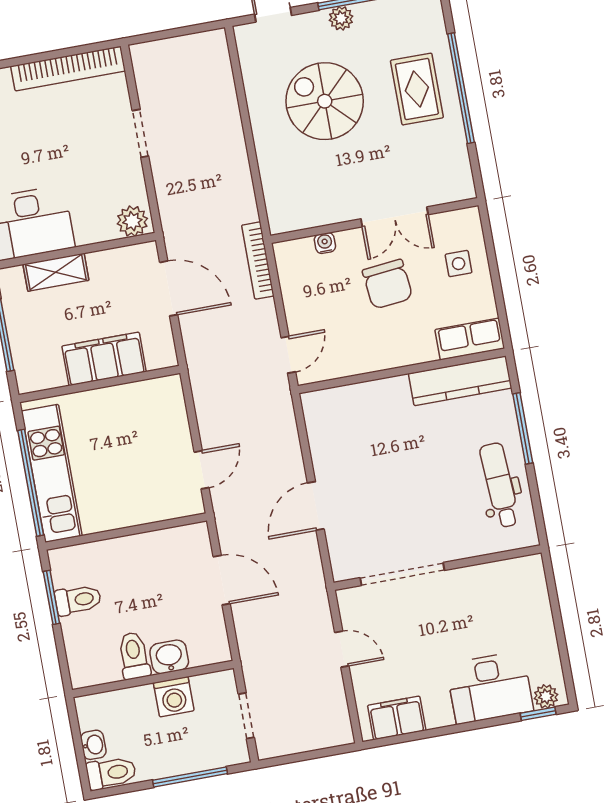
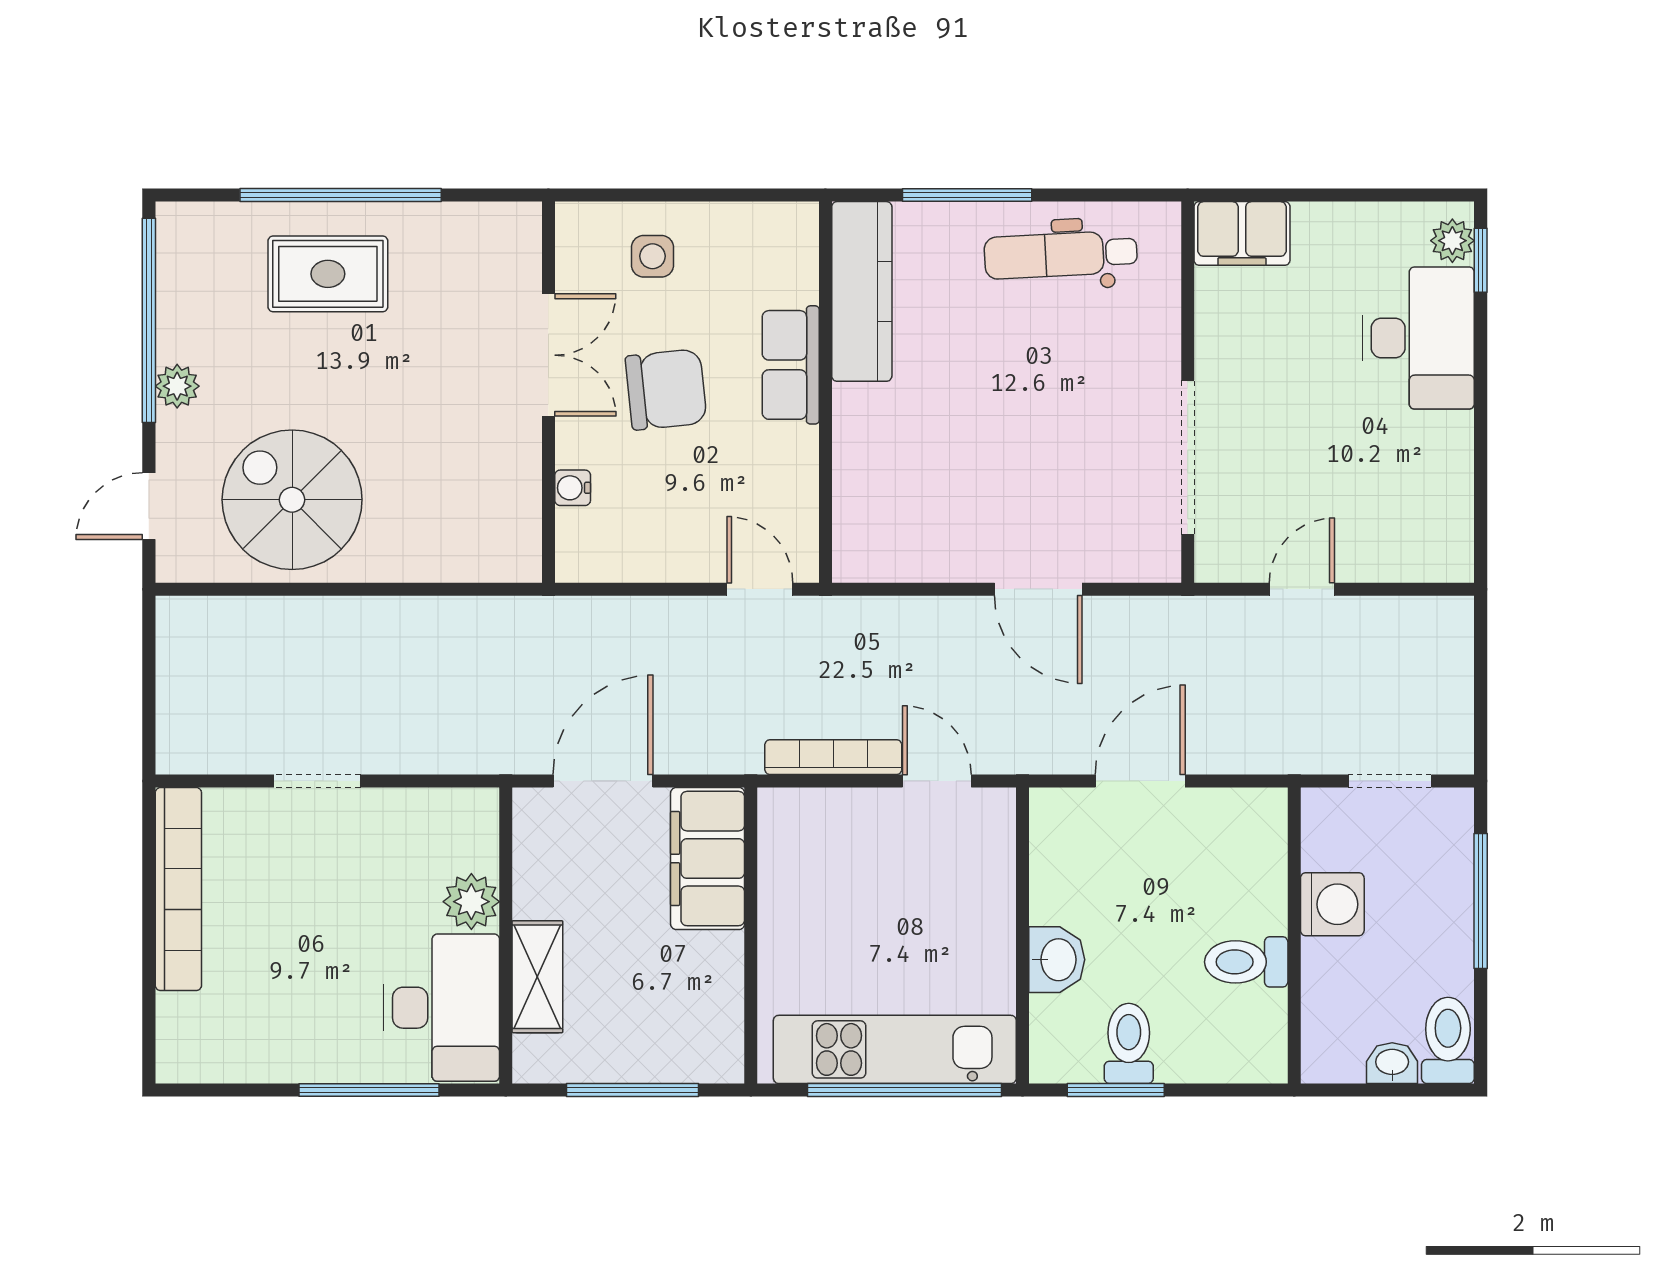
spiral stairs: (325, 101) -> (292, 500), moved, turned 90
plant: (132, 221) -> (471, 902), moved
bookcase: (258, 261) -> (833, 757), moved, turned 180
row of seats: (470, 339) -> (791, 365), moved
filing cabinet: (104, 359) -> (708, 859), moved
washbasin: (169, 657) -> (1057, 960), moved, turned 180
filing cabinet: (397, 718) -> (1242, 233), moved, turned -90

